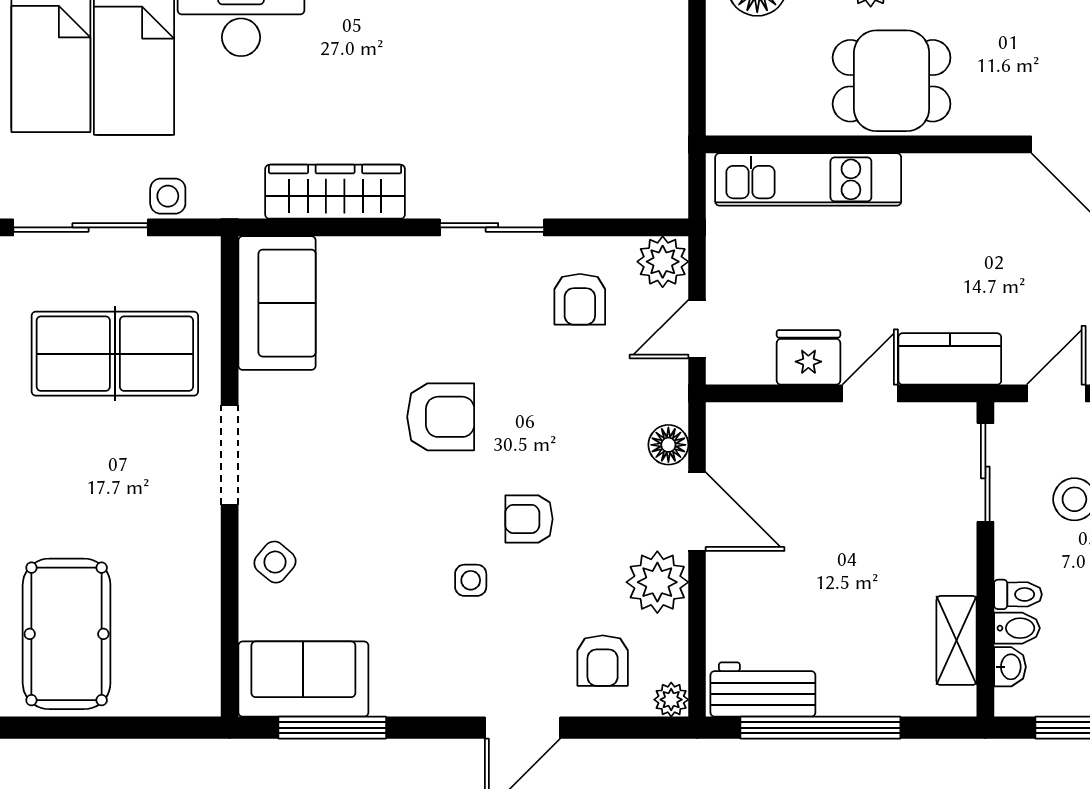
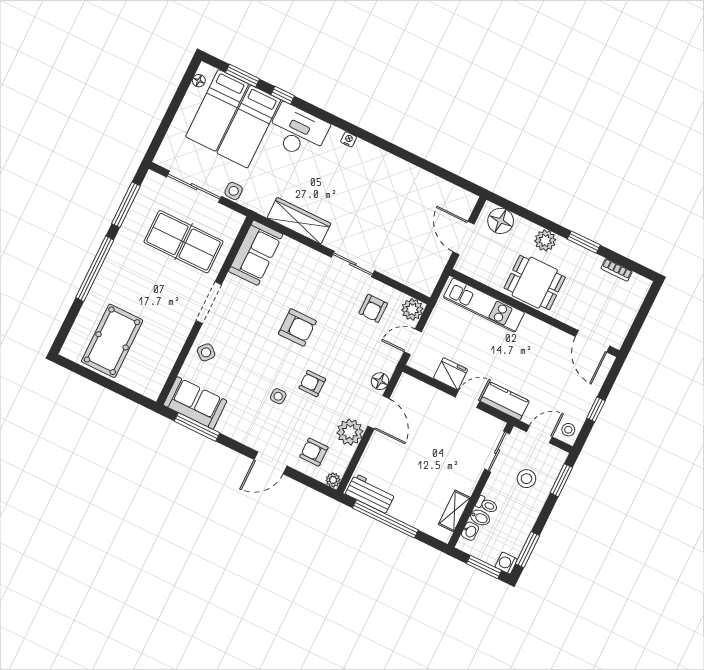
door: (697, 60) -> (464, 238), added
armchair: (603, 661) -> (314, 452), turned 90

